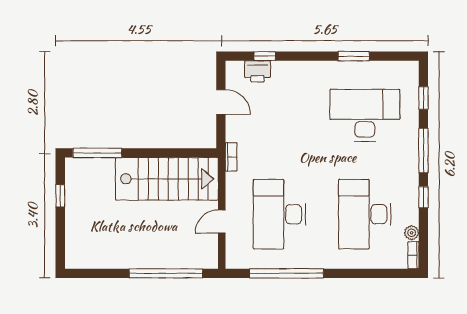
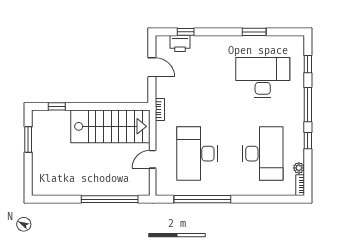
window: (97, 153) -> (57, 106), width x0.46
window: (60, 196) -> (28, 140), width x1.50
desk: (365, 214) -> (263, 154), turned 180

